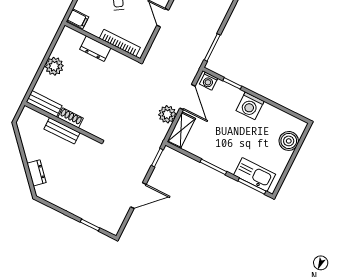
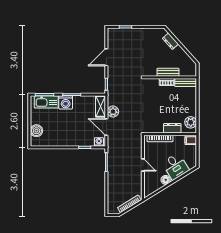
plant: (54, 66) -> (191, 122), moved
washing machine: (250, 106) -> (66, 102), moved, turned 180

